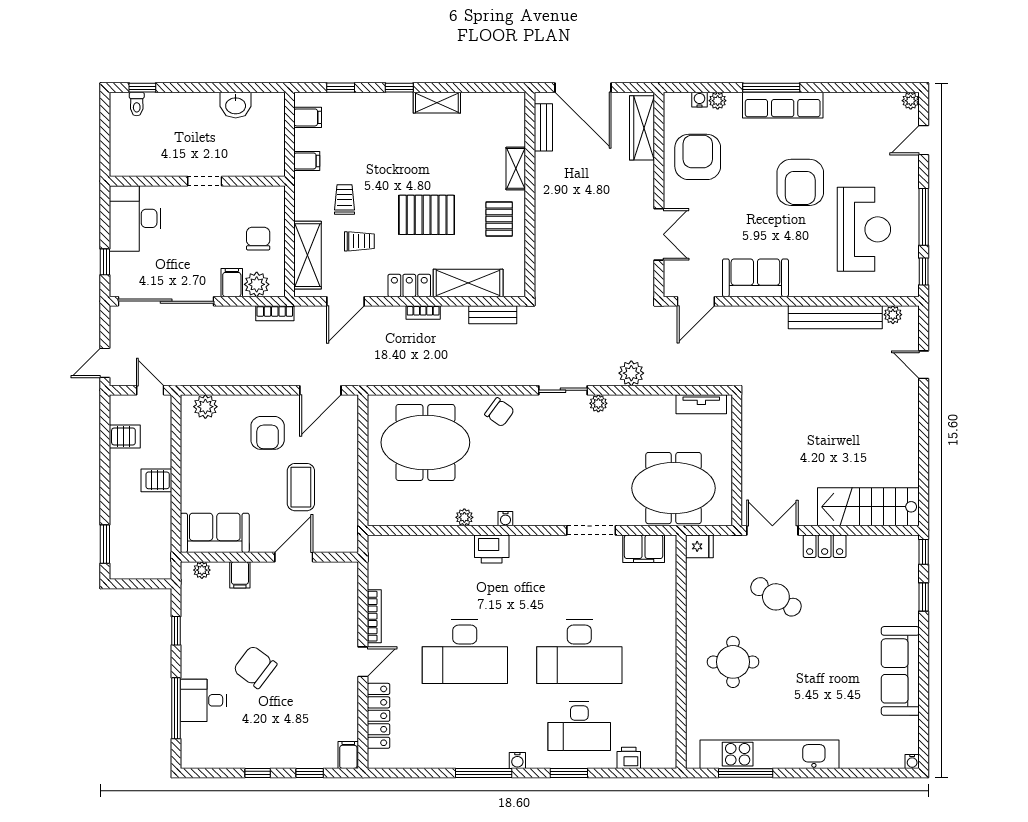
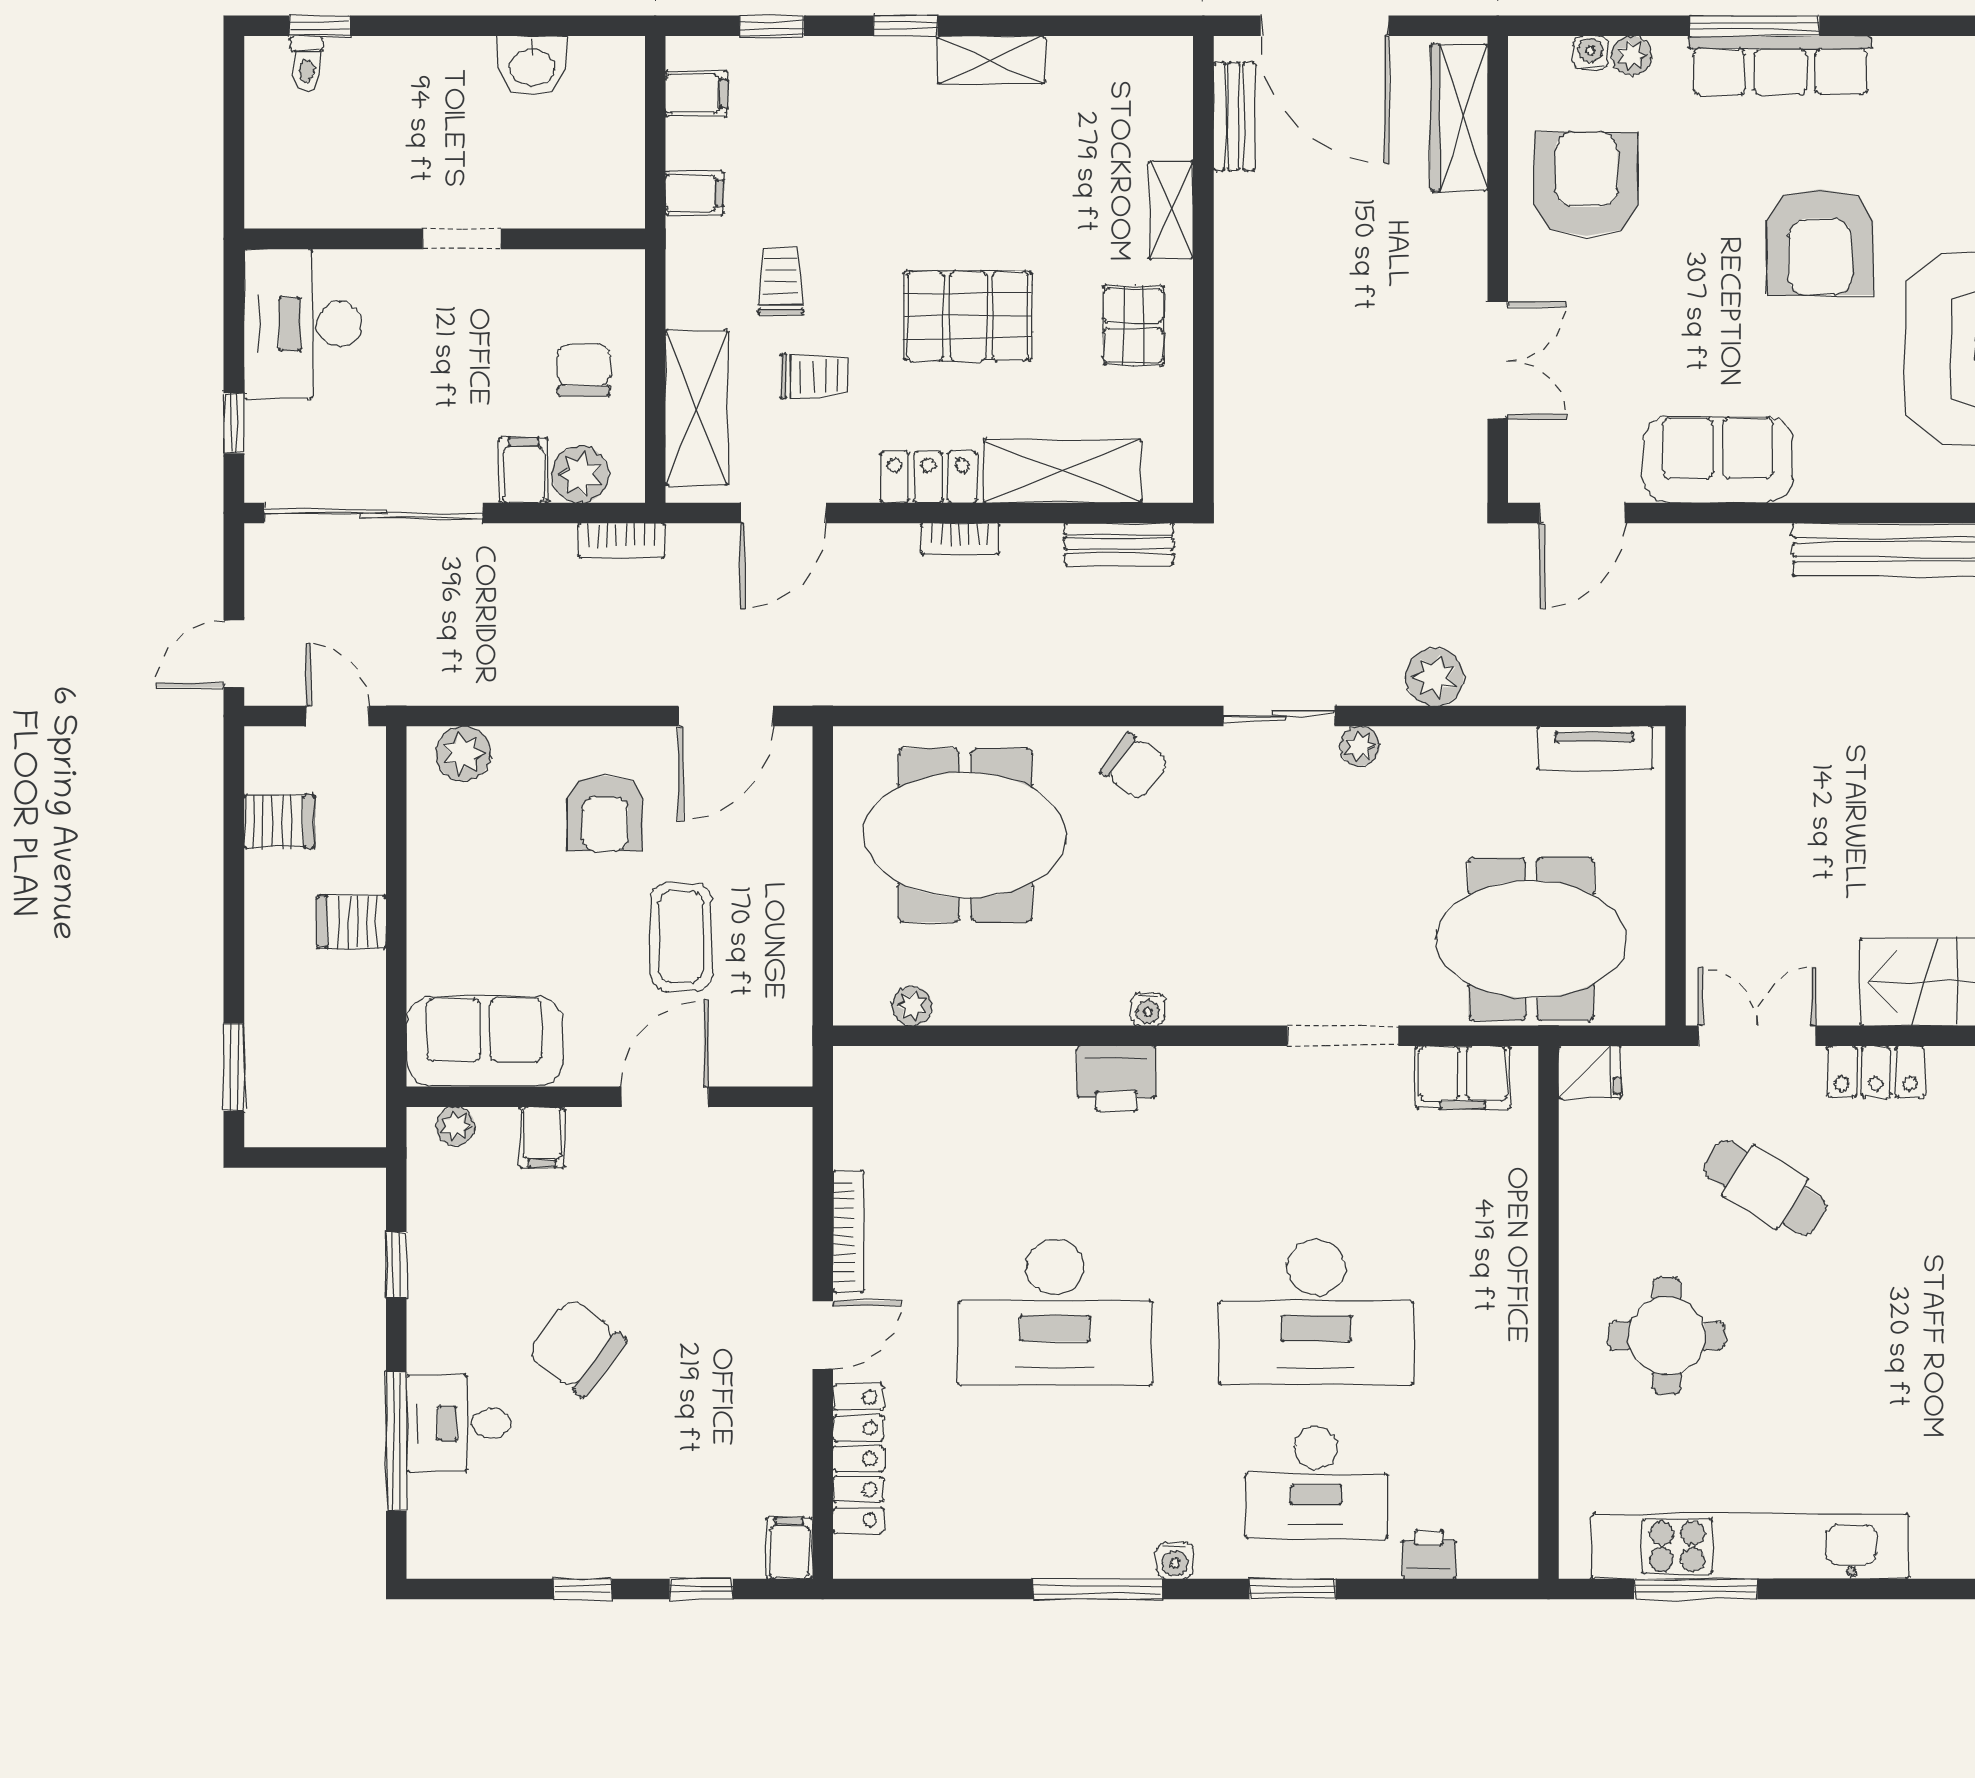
plant: (464, 517) -> (912, 1006), moved

